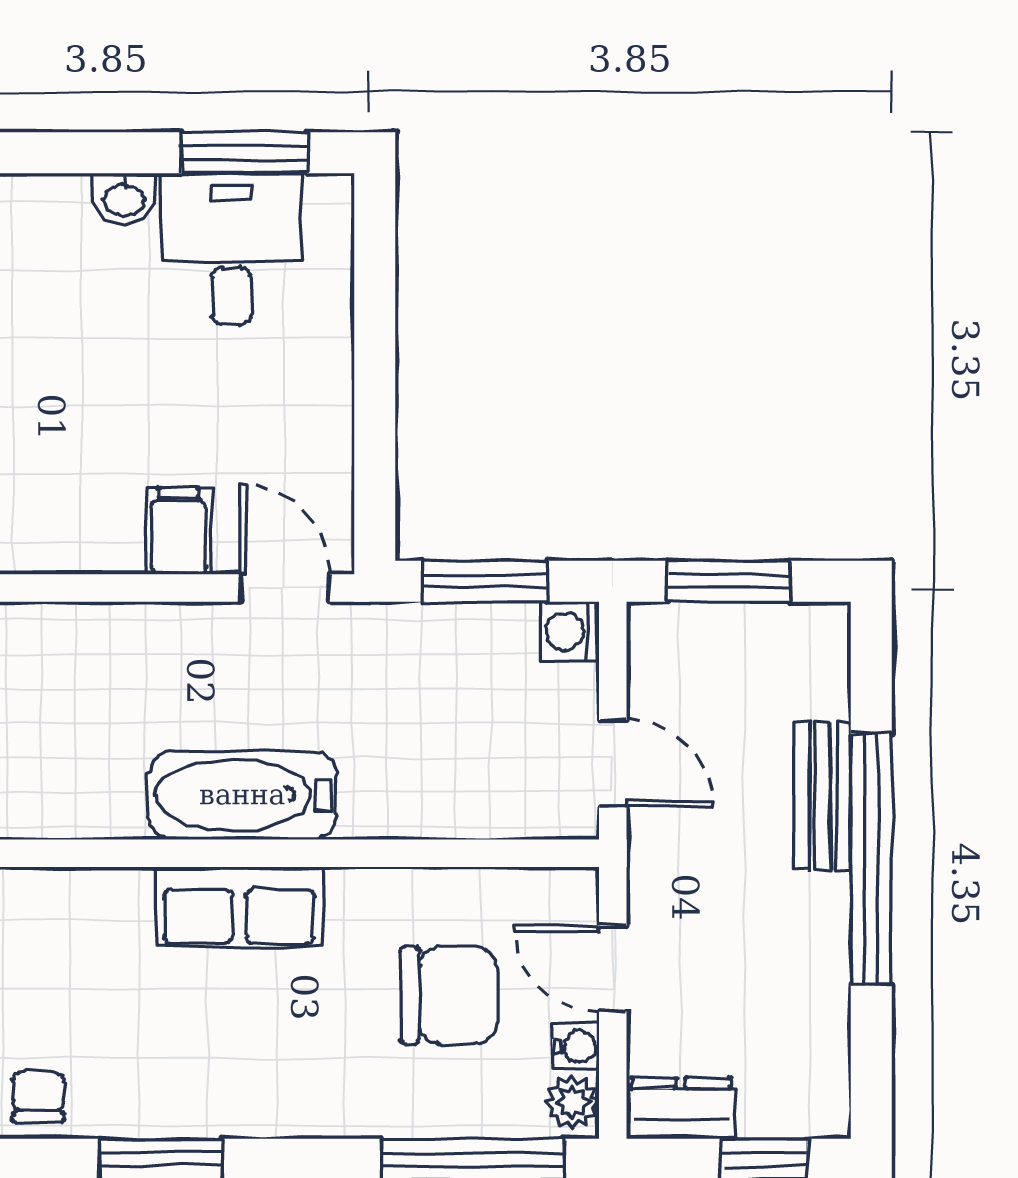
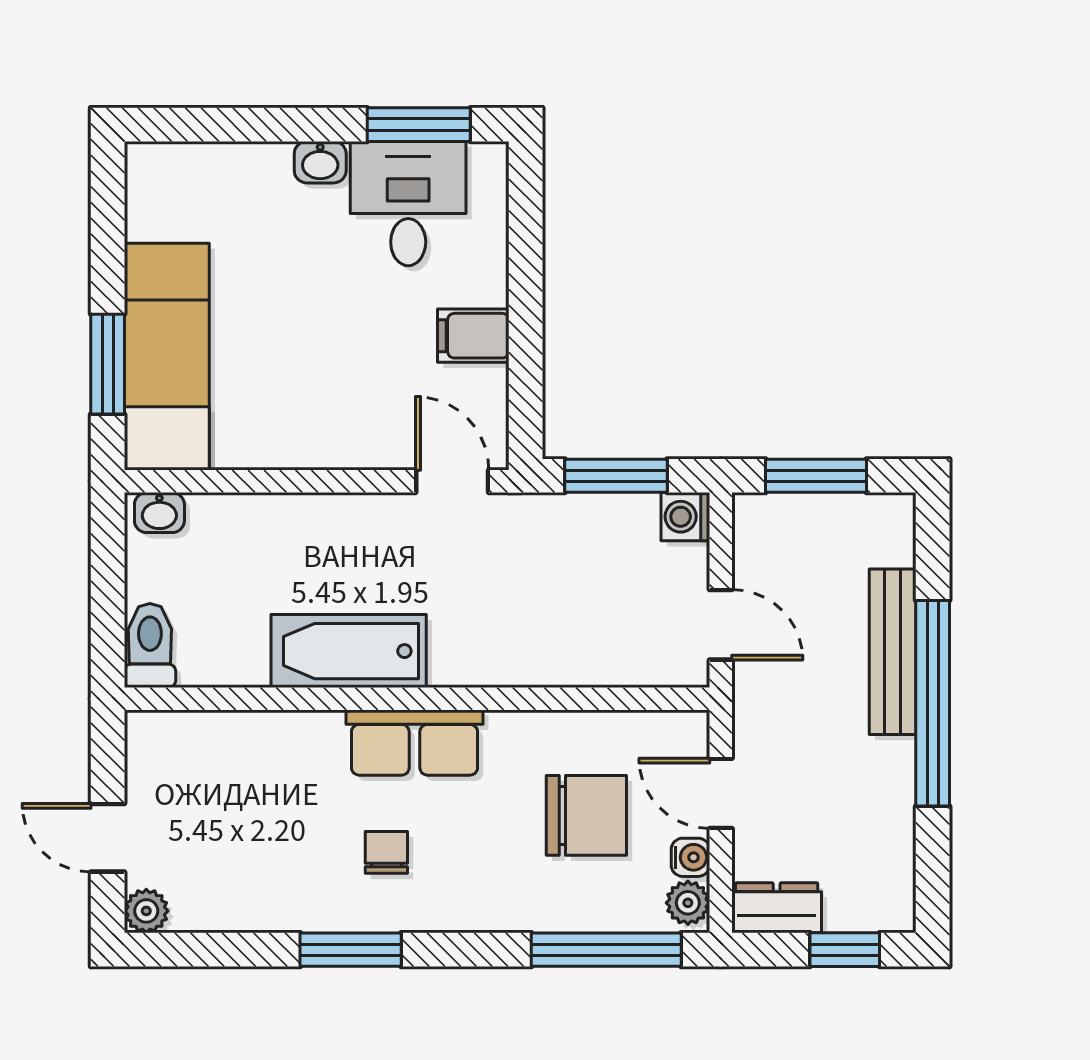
filing cabinet: (178, 531) -> (473, 336), moved, turned -90
bathtub: (242, 795) -> (349, 651), moved
bench: (822, 796) -> (893, 652), width x1.36
chair: (38, 1097) -> (386, 852), moved

